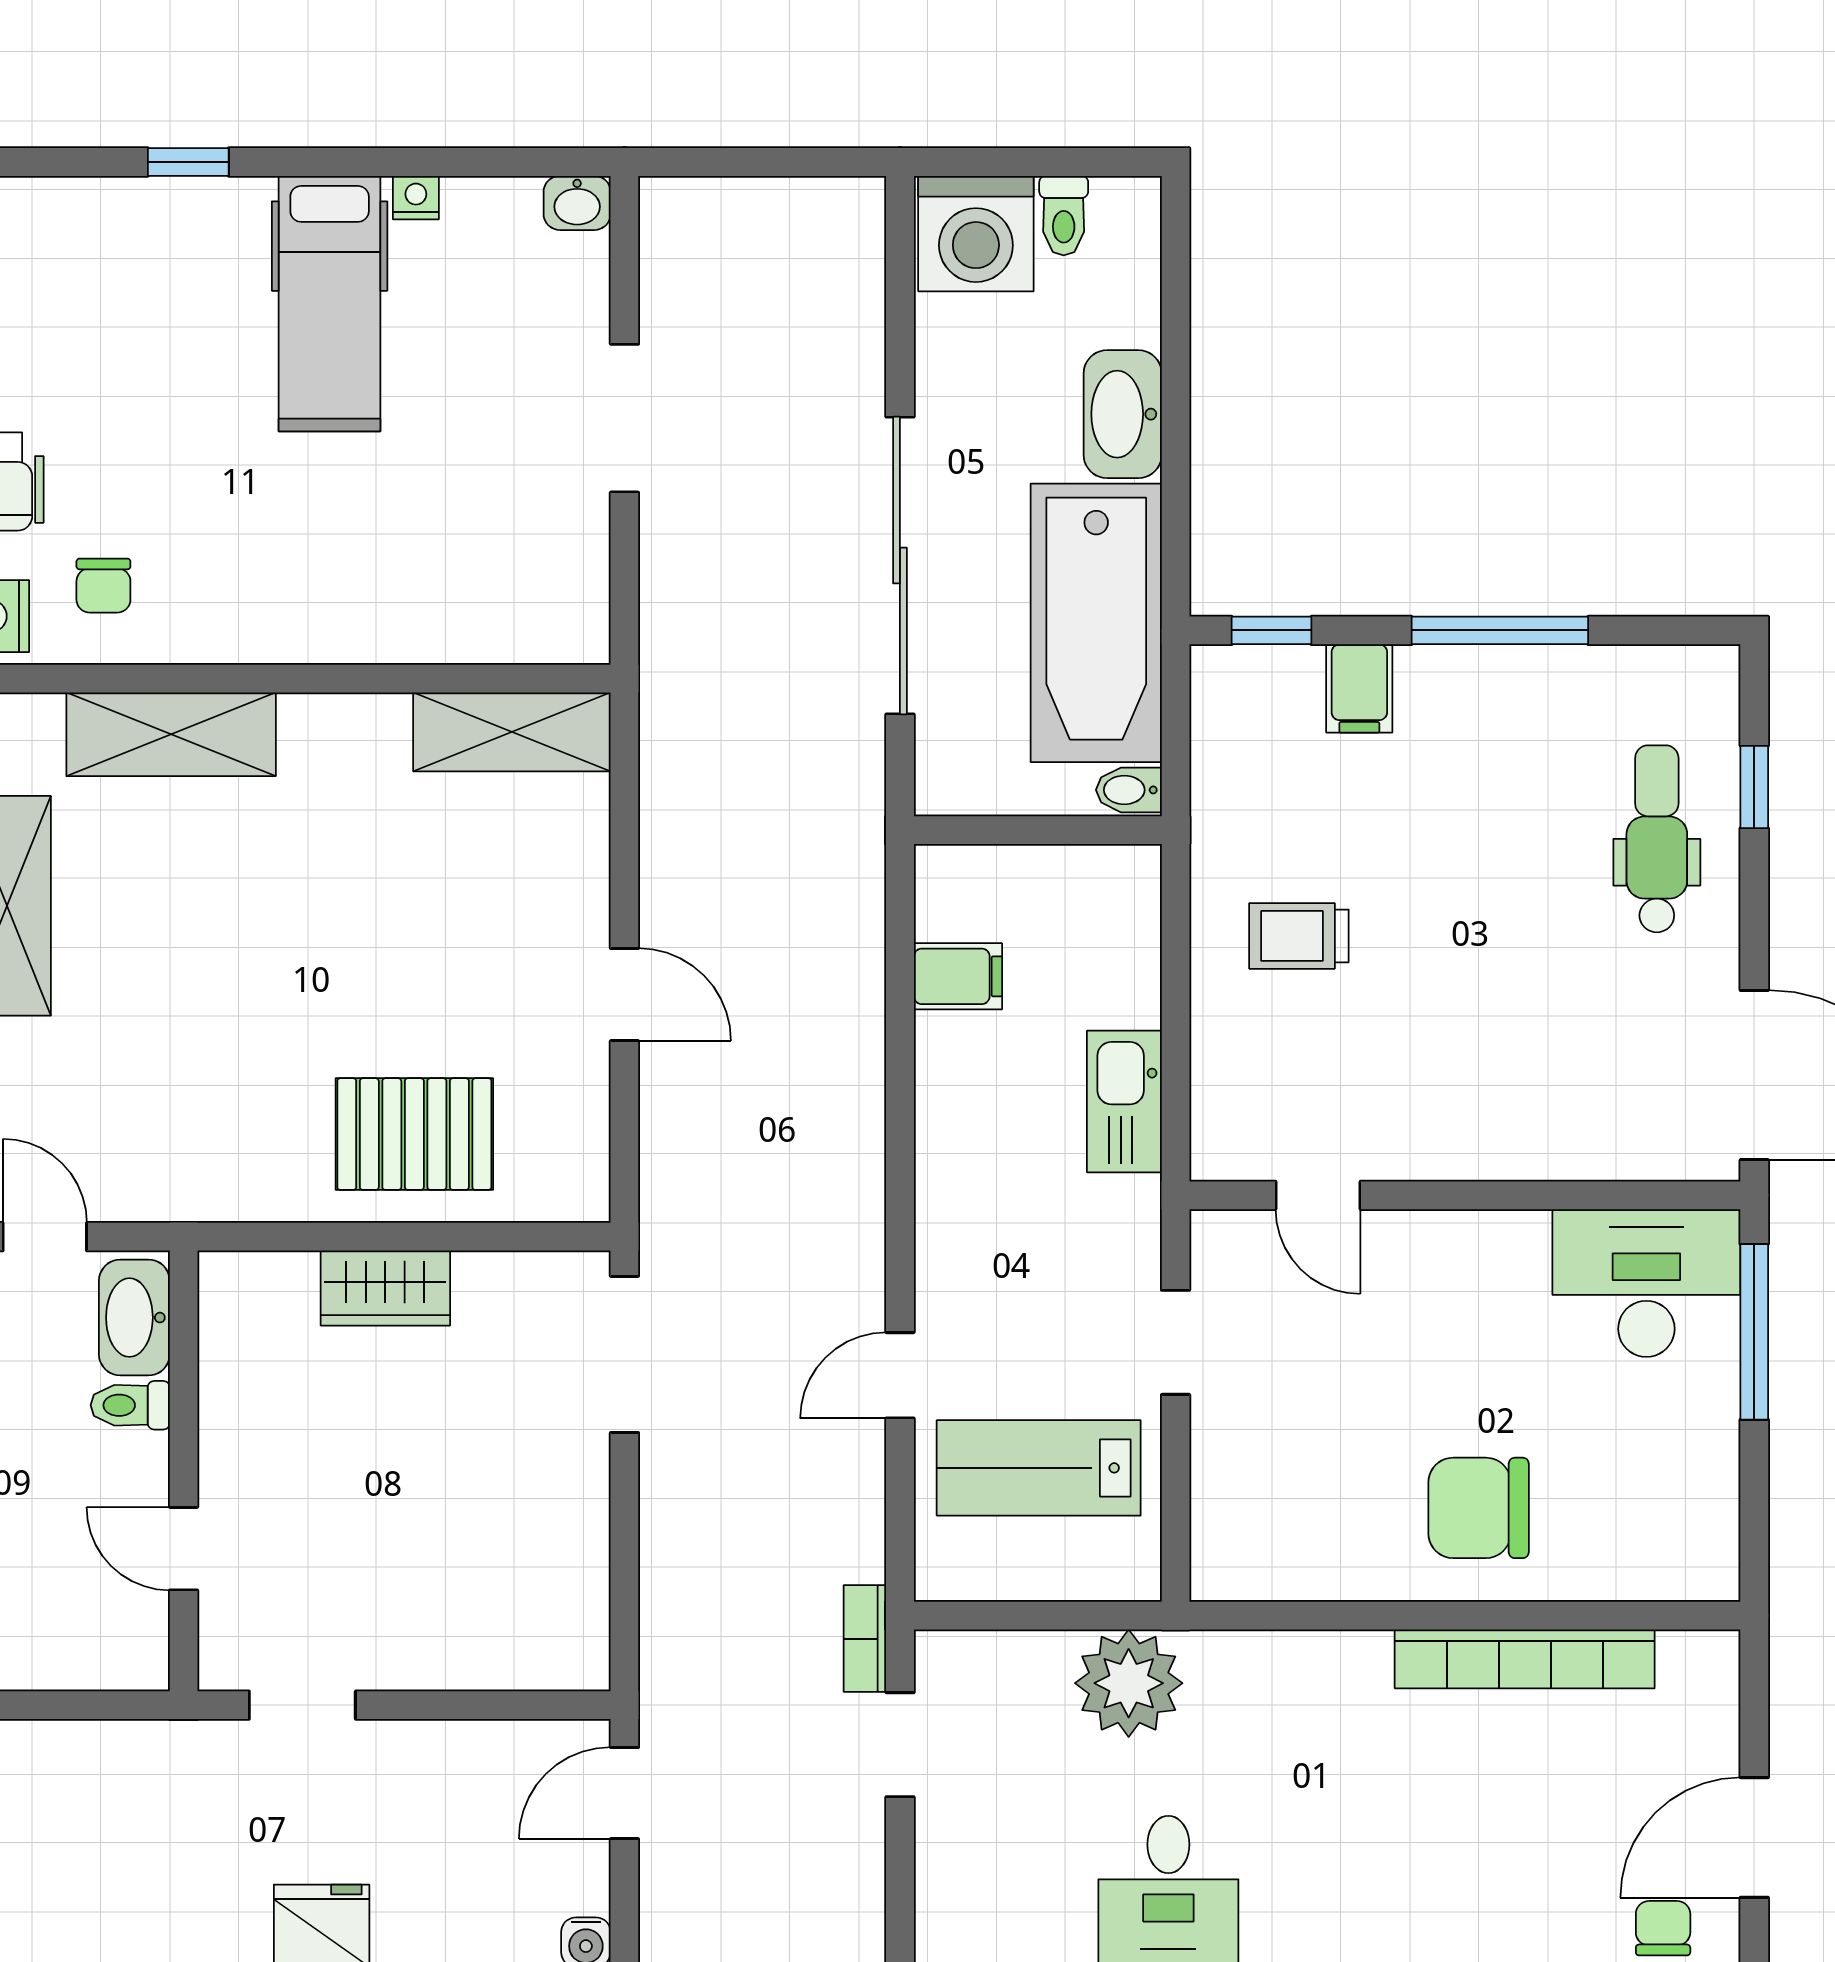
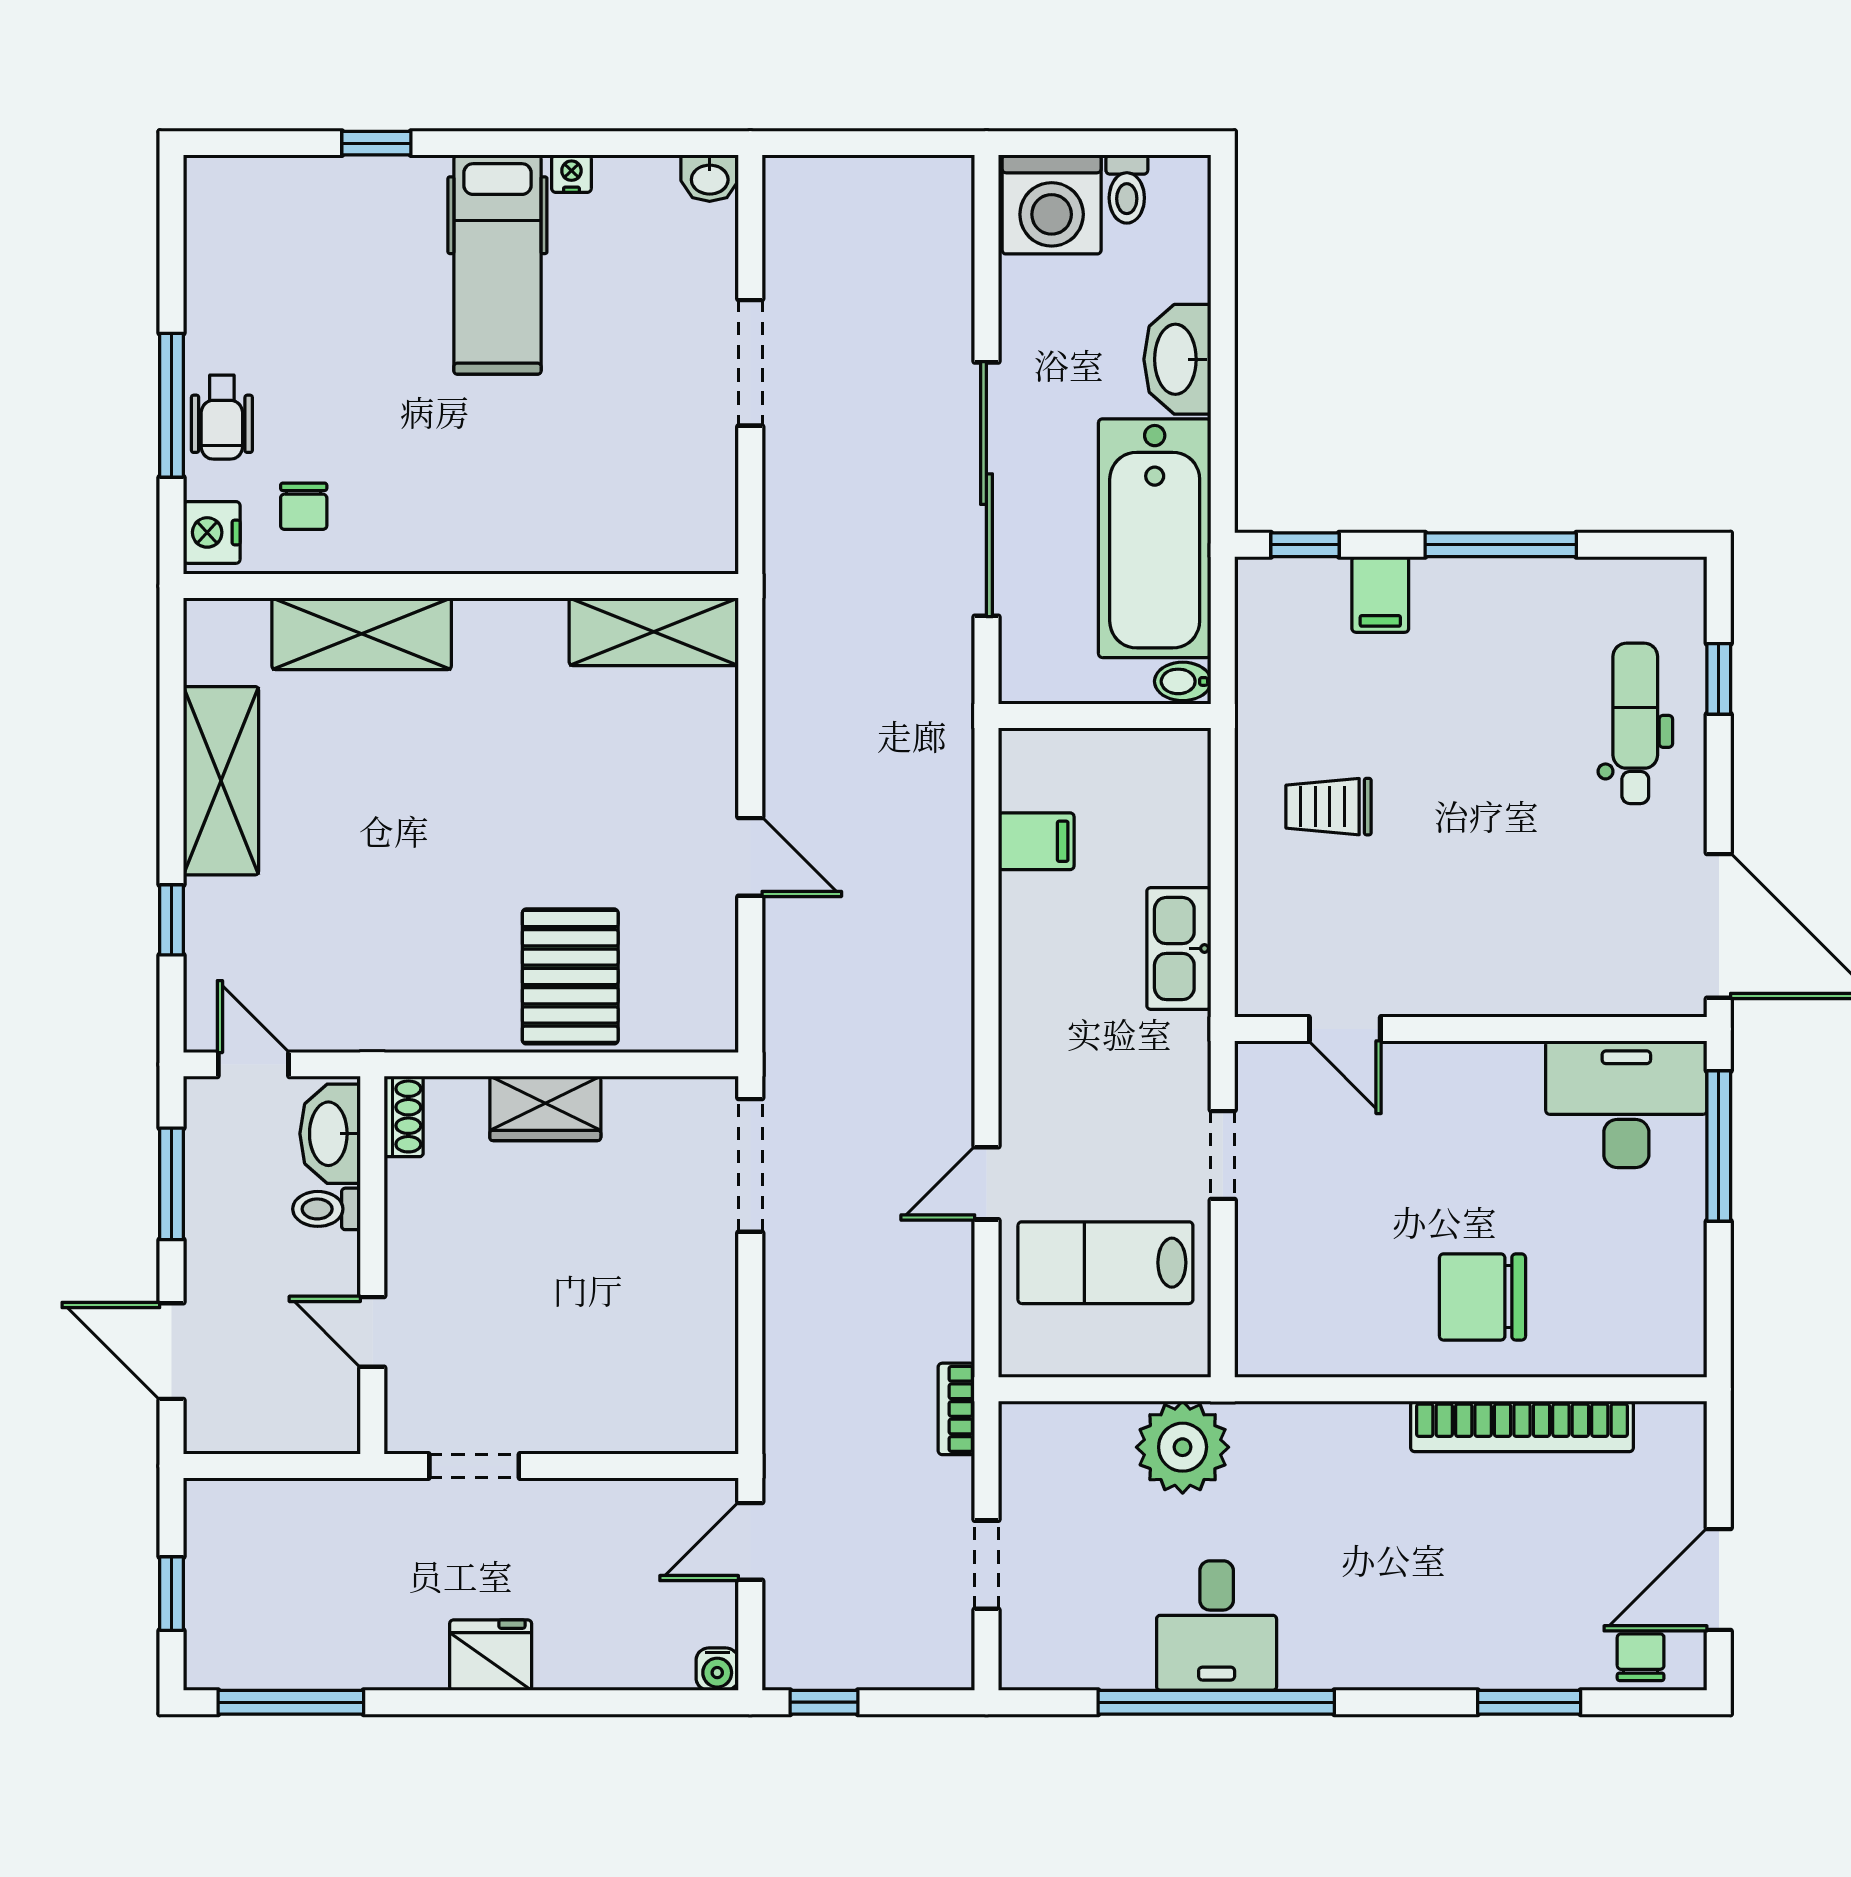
pallet: (414, 1134) -> (570, 976), turned 90
shoe rack: (220, 1297) -> (404, 1116), added
doorway: (900, 1745) -> (986, 1565), moved

